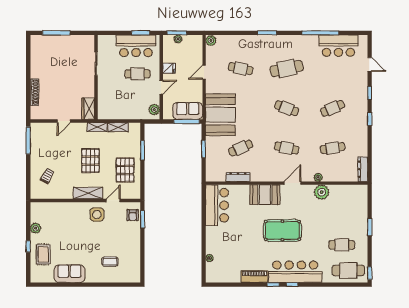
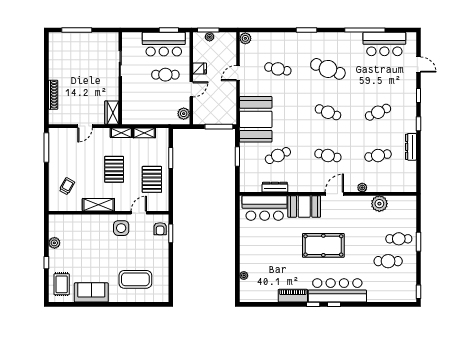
cafe table: (287, 69) -> (328, 69), turned 33
sofa: (188, 111) -> (220, 115), removed
dresser: (363, 169) -> (411, 147), moved
plant: (322, 192) -> (379, 204), moved
shelving: (88, 193) -> (98, 205), moved
bar counter: (217, 205) -> (265, 208), moved, turned 90
rug: (43, 254) -> (62, 284), moved
coffee table: (110, 262) -> (135, 279), width x1.86, depth x1.72
cafe table: (348, 270) -> (399, 239), moved, width x0.73, depth x0.74

